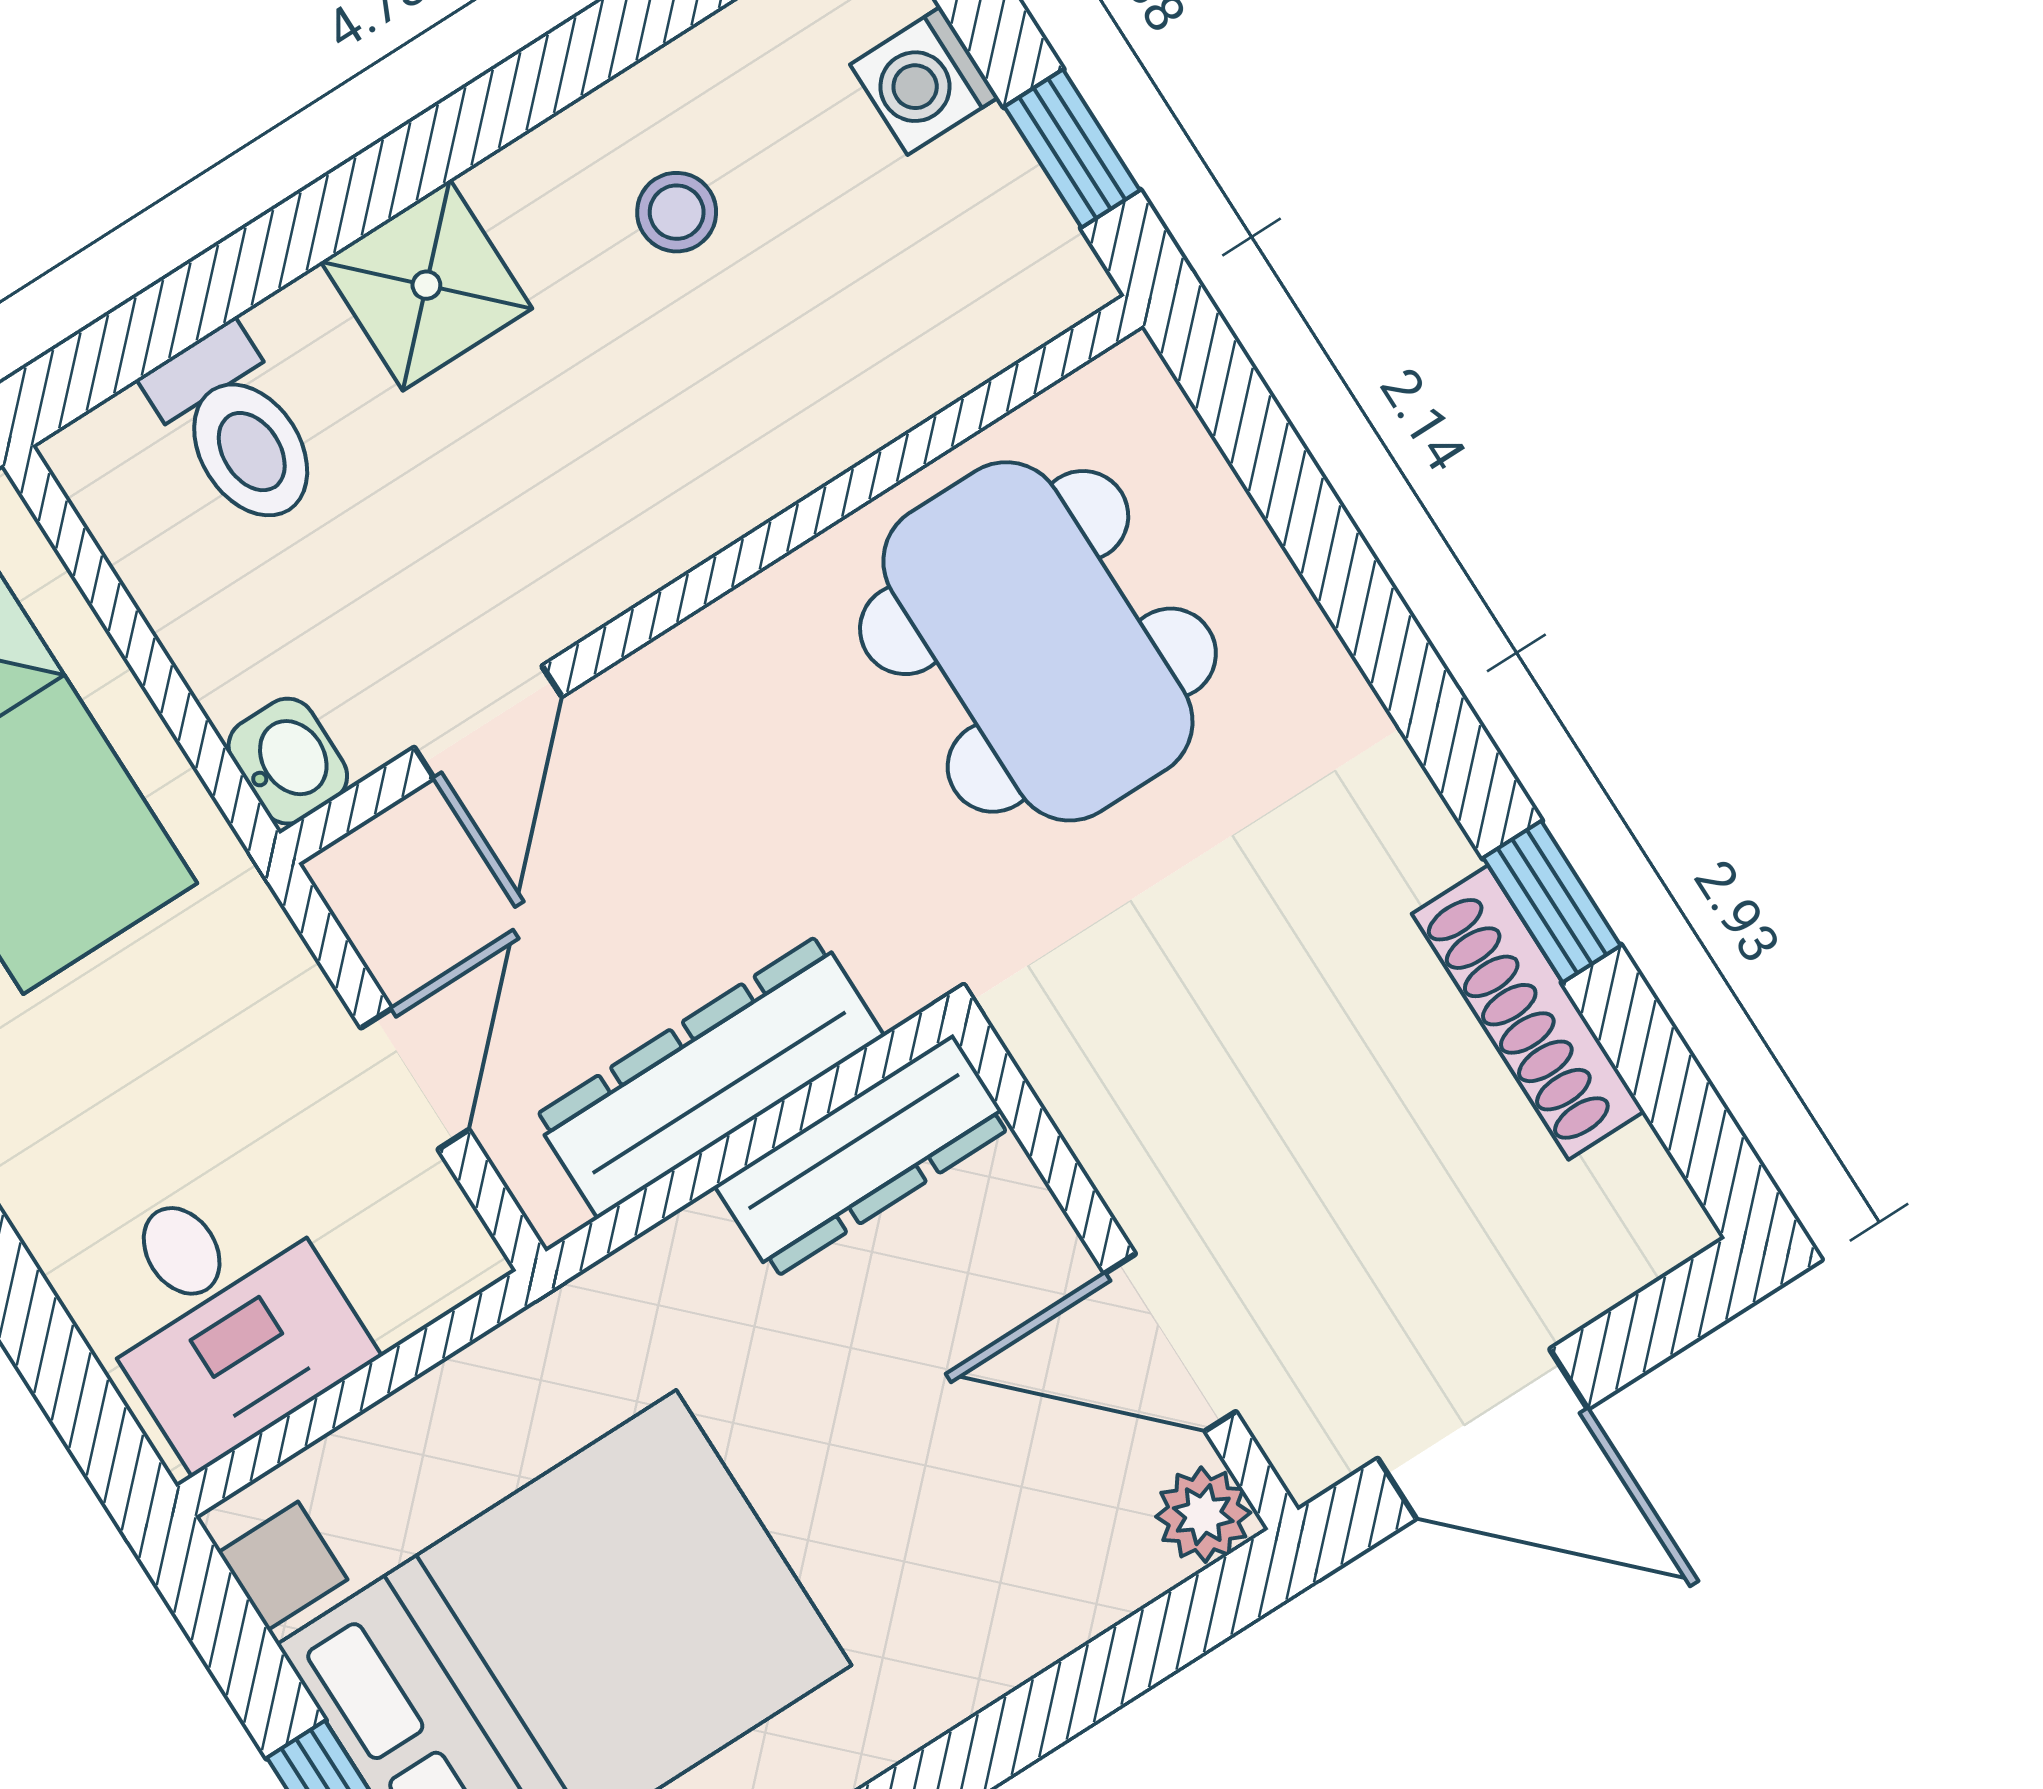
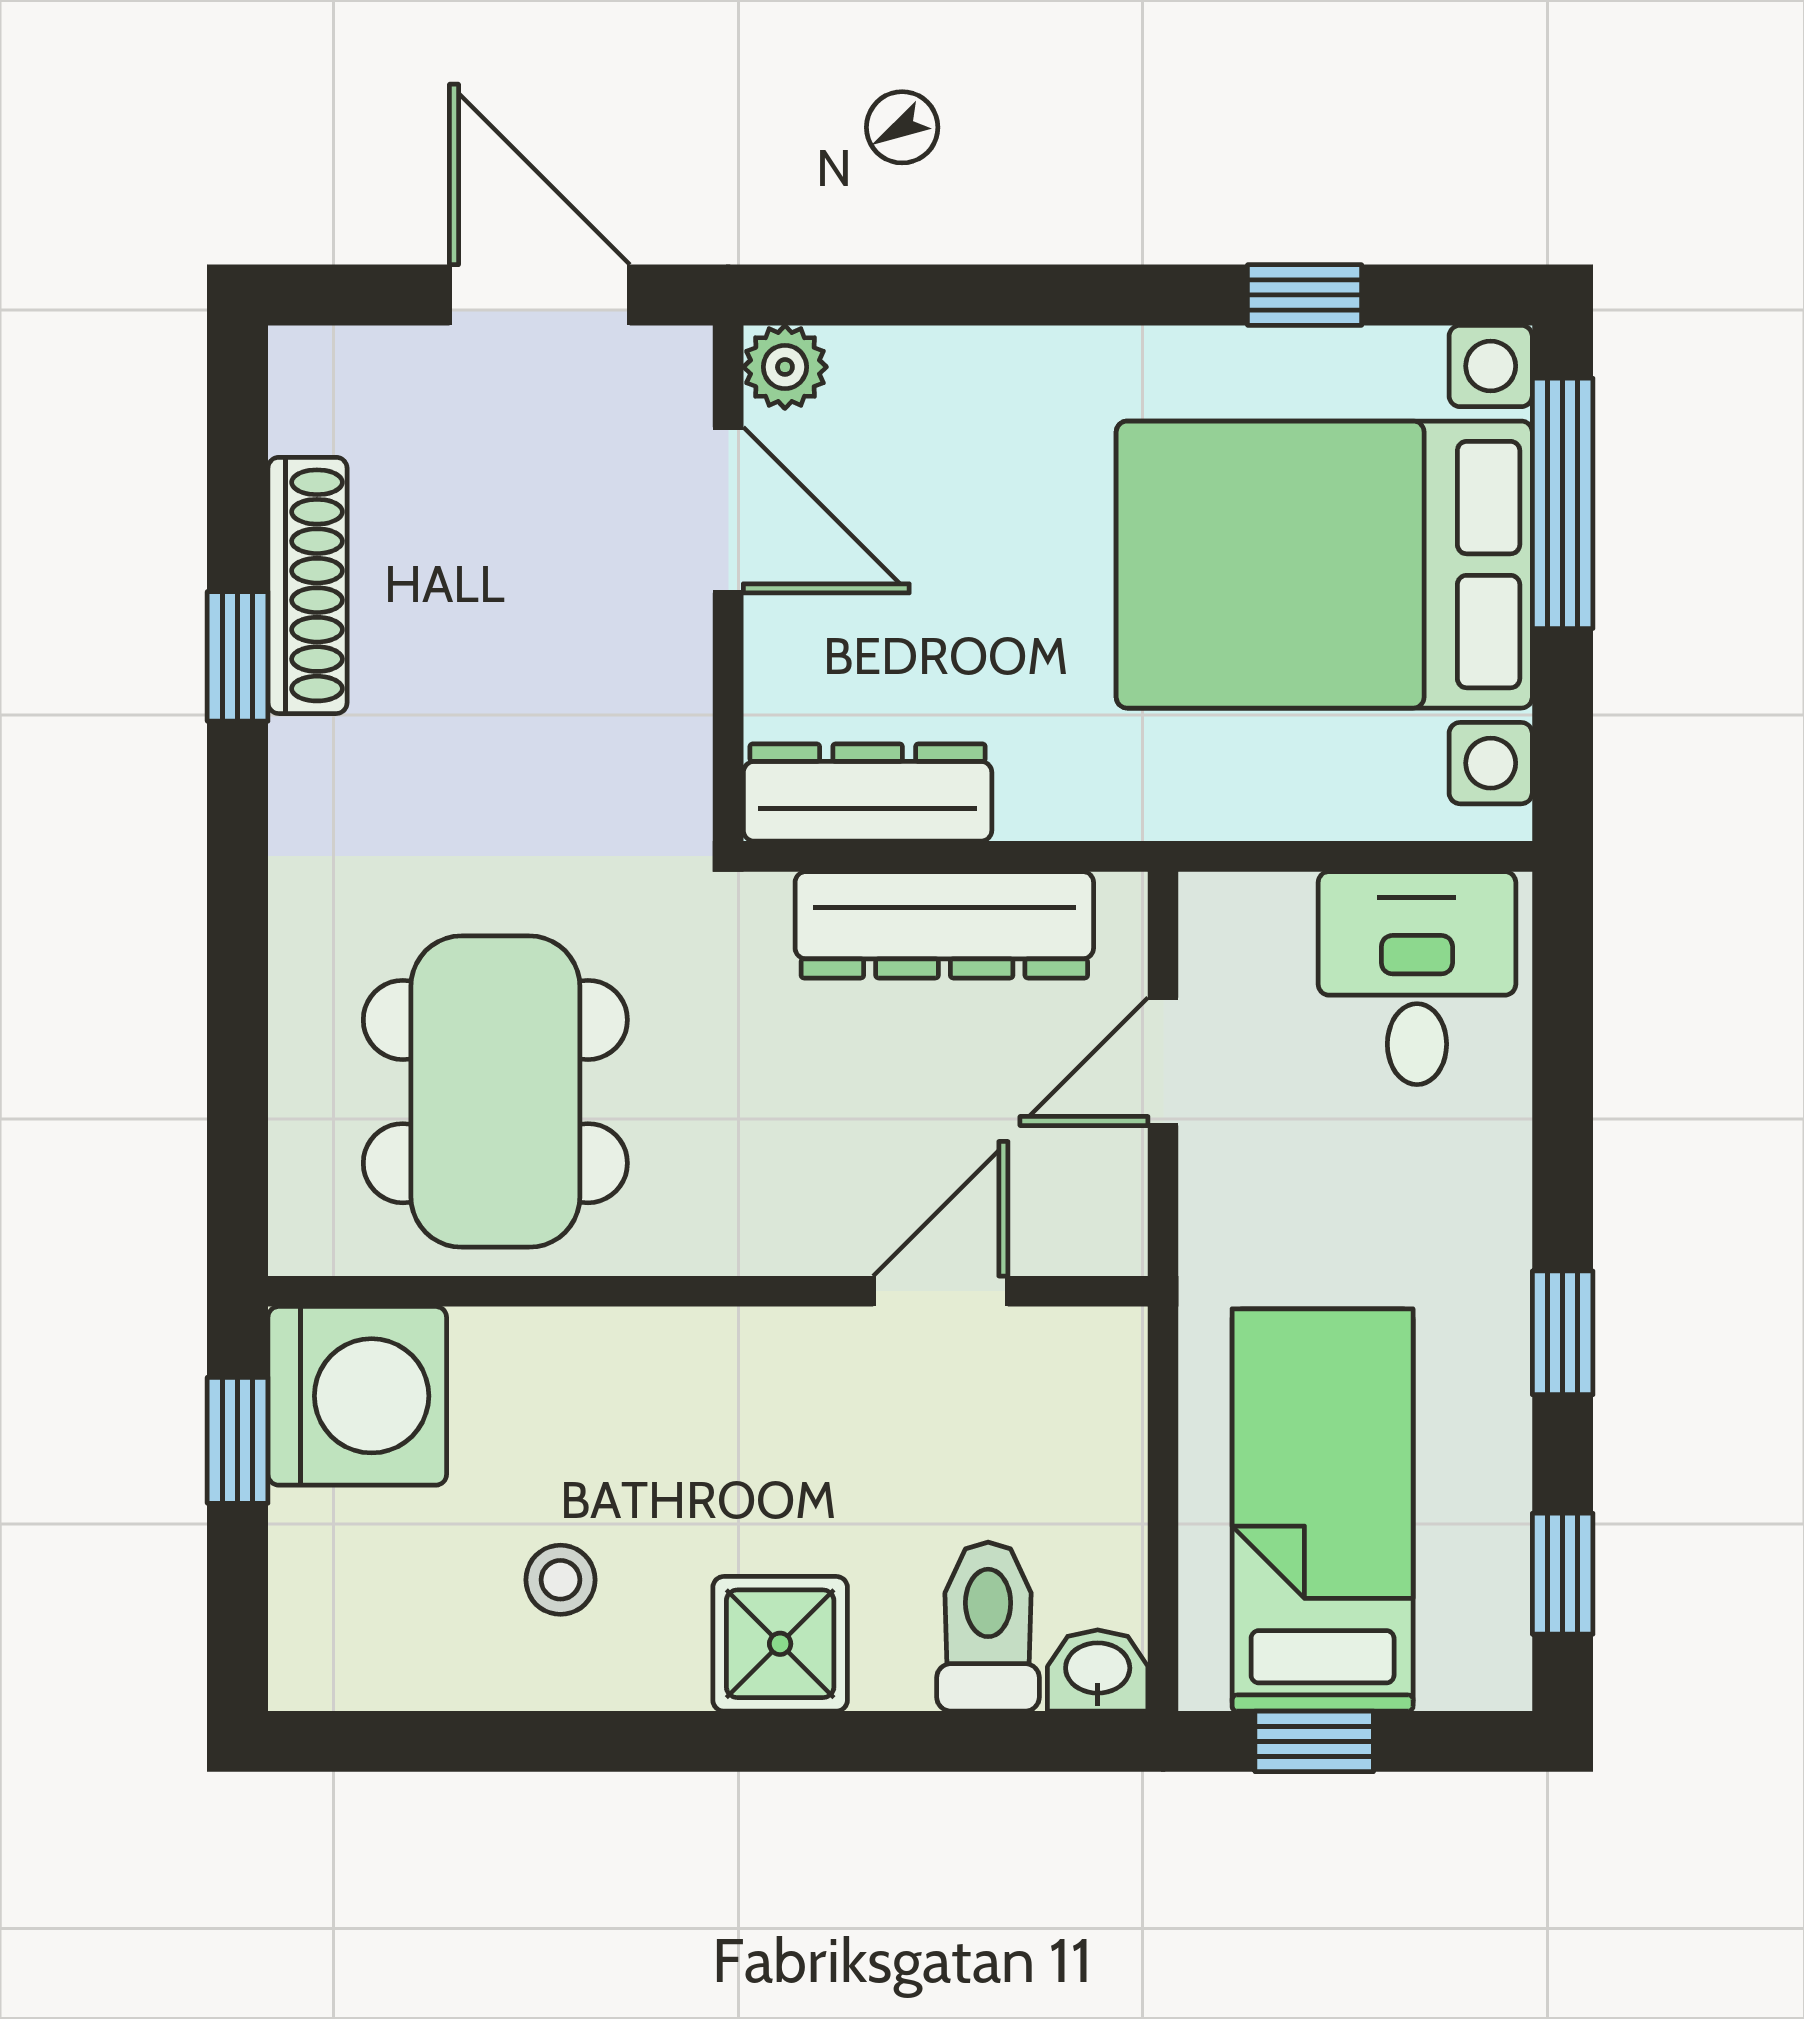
washing machine: (924, 81) -> (357, 1396), moved, width x1.89, depth x1.89
washbasin: (288, 761) -> (1098, 1670), moved, turned 90

